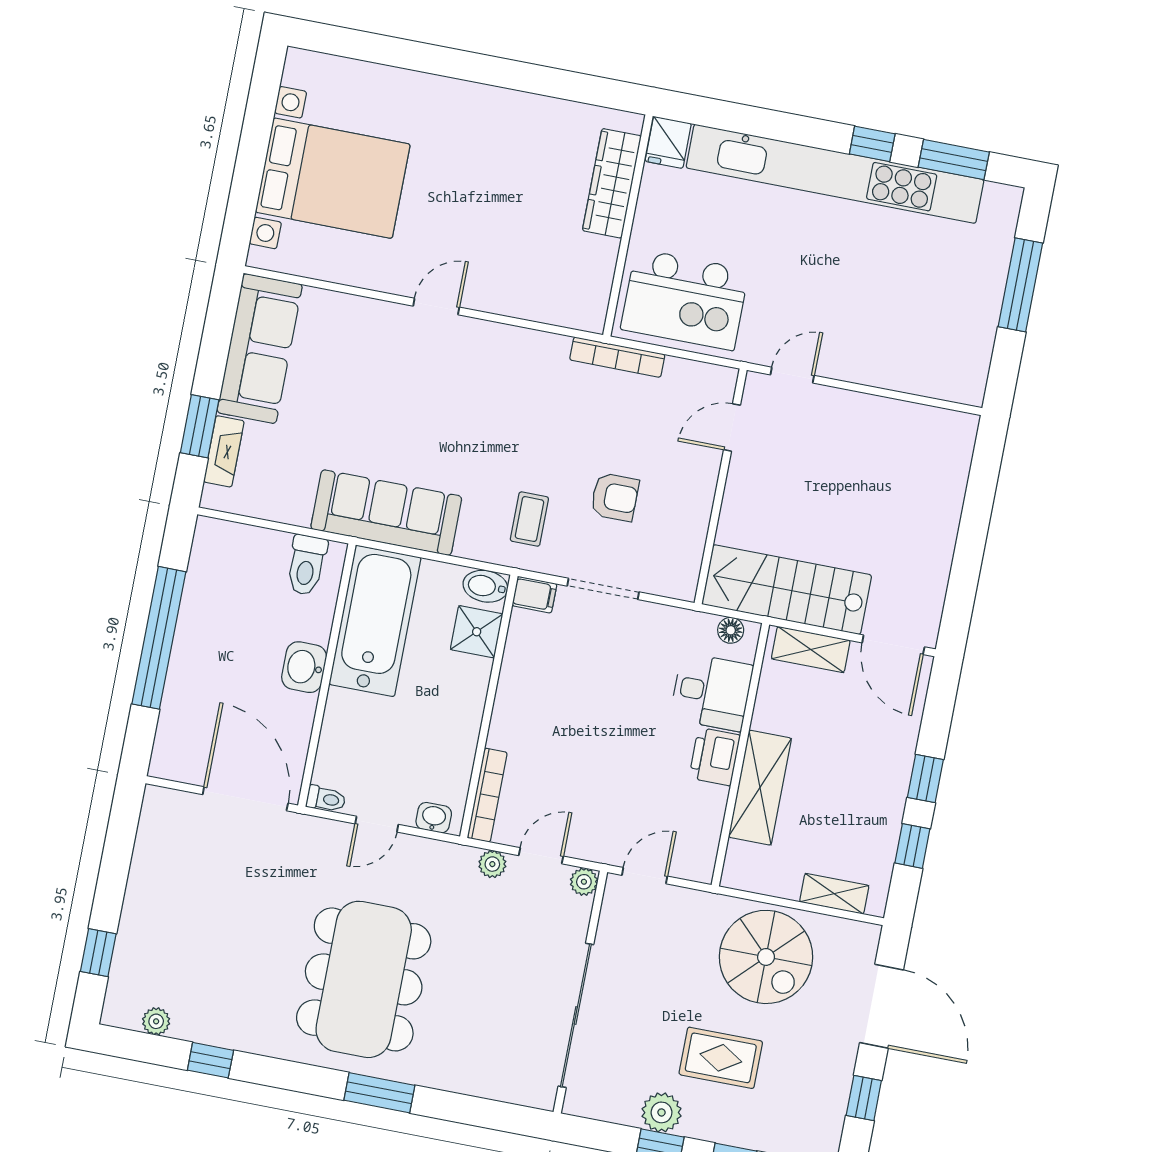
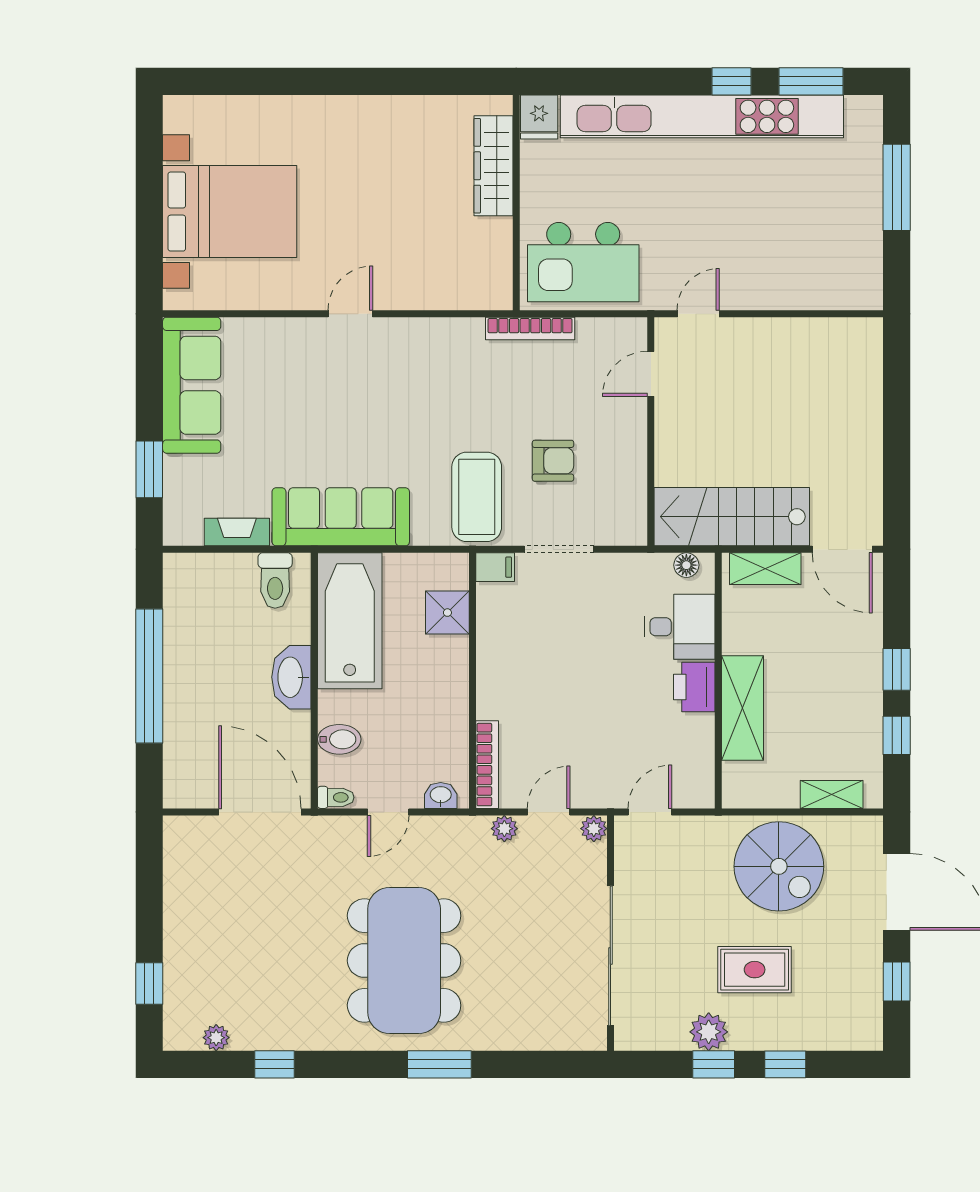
fireplace: (224, 451) -> (237, 532), moved, turned -90
coffee table: (529, 519) -> (477, 497), width x1.86, depth x1.72
bidet: (485, 586) -> (339, 739), moved, turned 180
washbasin: (304, 667) -> (291, 677), width x1.38

